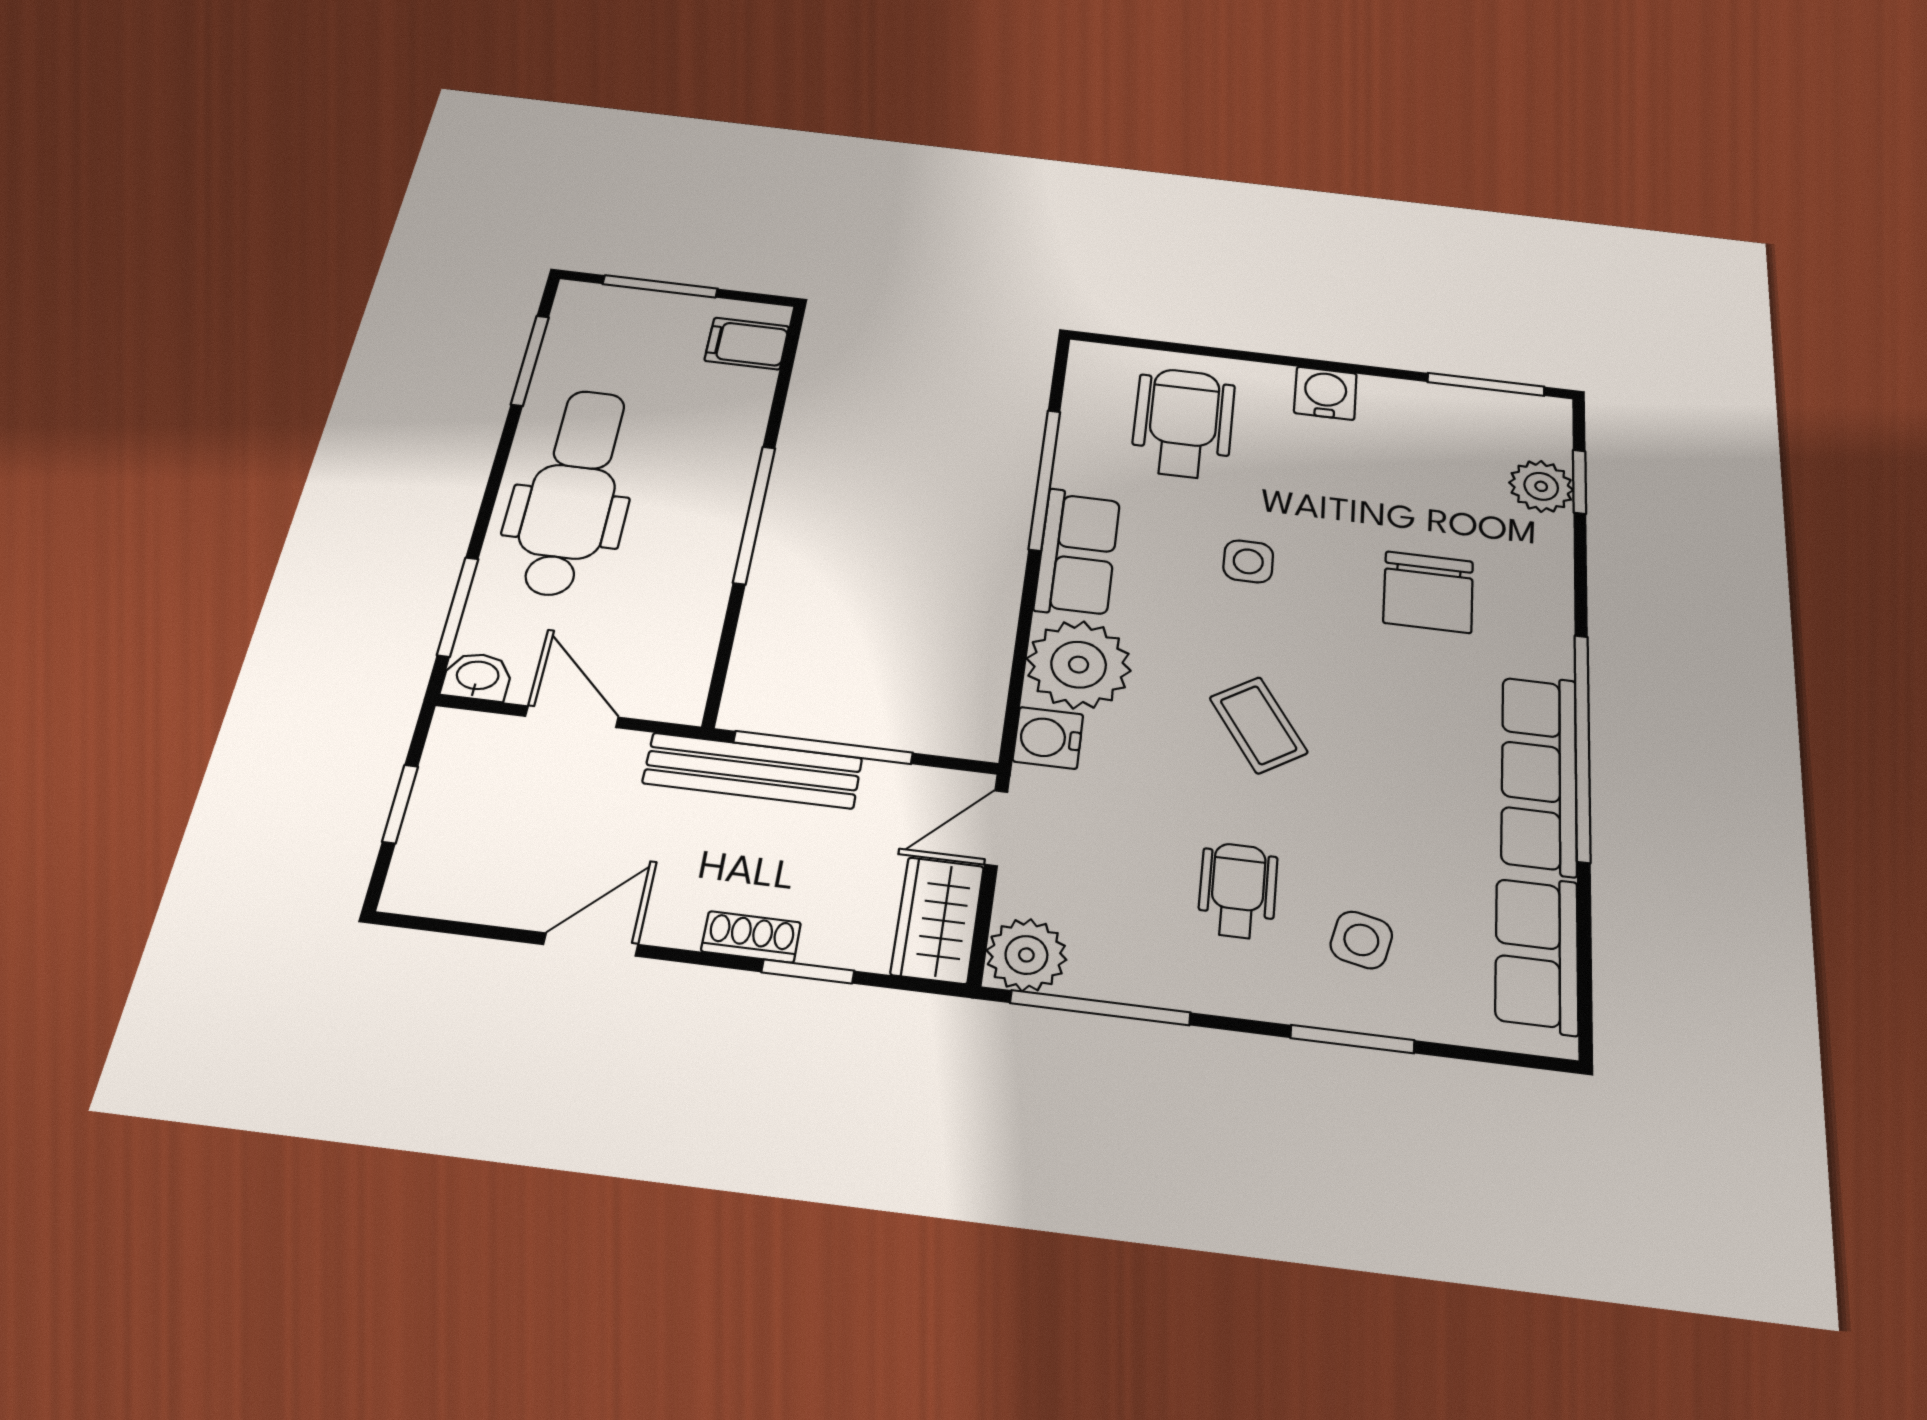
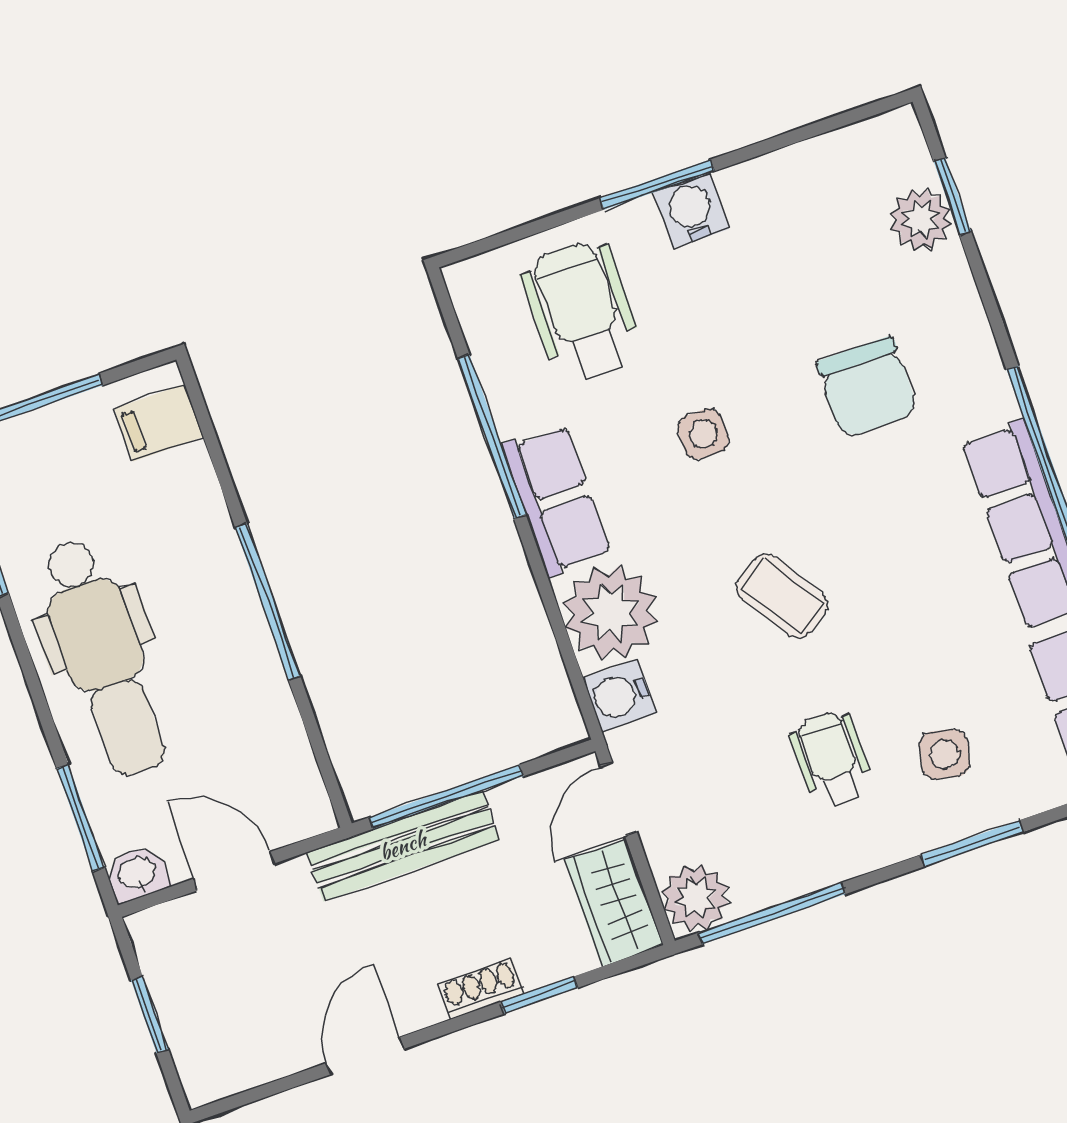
window: (1486, 384) -> (657, 185), moved
dental chair: (573, 491) -> (104, 657), turned 180

